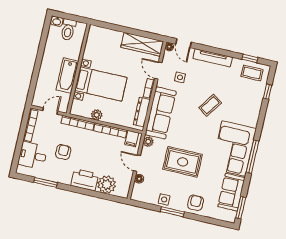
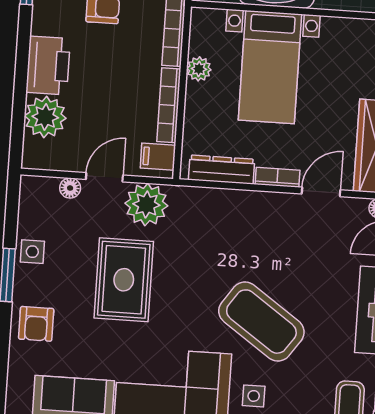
side table: (180, 77) -> (254, 396), moved
coffee table: (210, 105) -> (261, 322), width x1.86, depth x1.72
sofa: (161, 113) -> (226, 212), removed
plant: (148, 142) -> (146, 204), width x1.88, depth x1.88
armchair: (196, 203) -> (36, 324), turned 90

